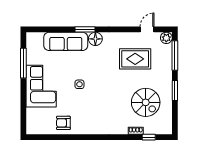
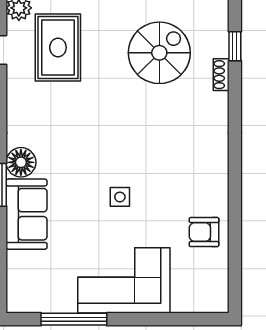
sofa: (66, 41) -> (27, 214), width x0.73
rug: (135, 59) -> (58, 47), moved
armchair: (63, 123) -> (204, 232), turned 90

